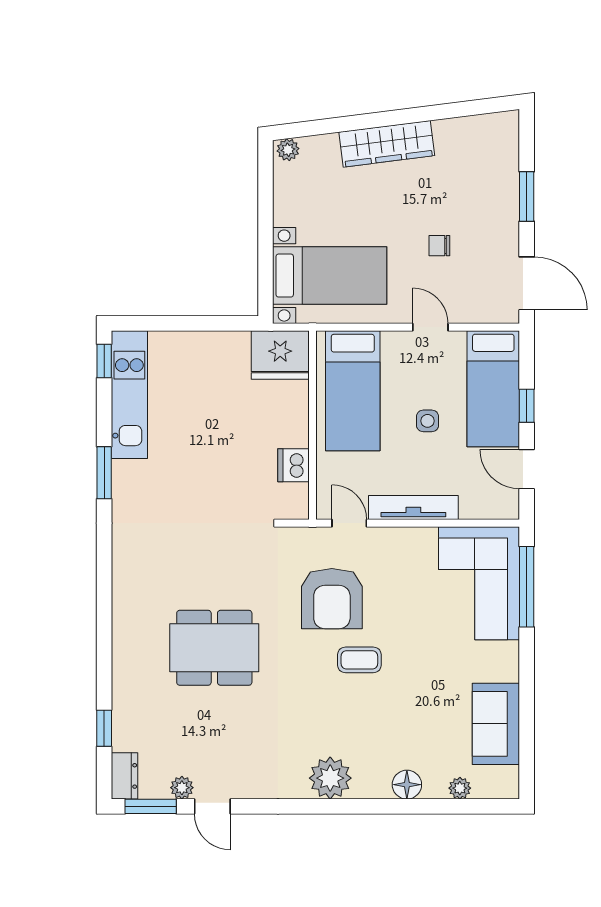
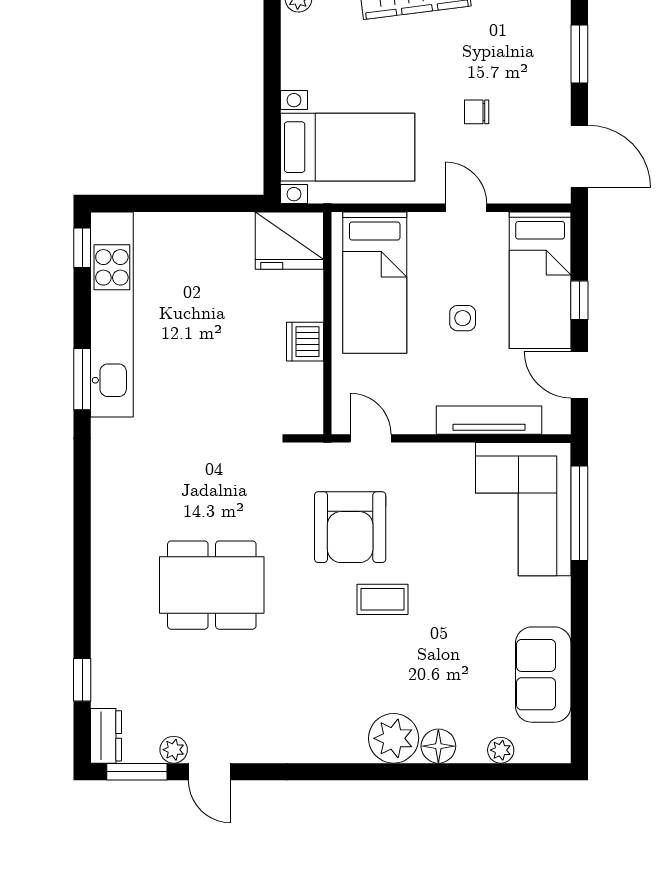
kitchen unit: (129, 395) -> (112, 315), width x1.36
dishwasher: (293, 465) -> (305, 342), moved
tv unit: (413, 508) -> (489, 420), moved
plant: (330, 778) -> (394, 738), moved

